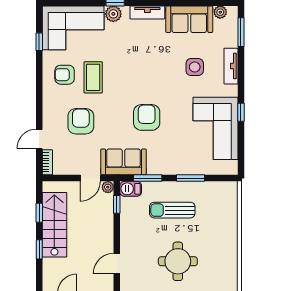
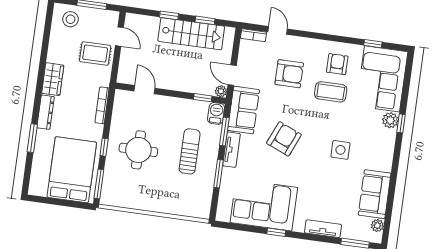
tv unit: (147, 12) -> (232, 150), moved, turned 180
side table: (195, 67) -> (340, 150), moved
armchair: (147, 117) -> (284, 139), turned -67

